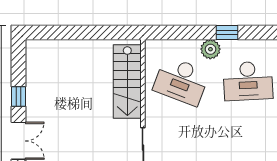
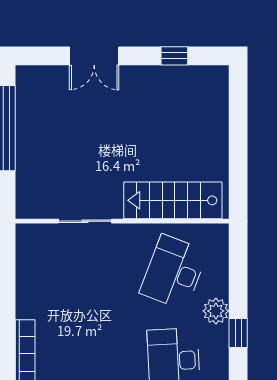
window: (19, 97) -> (174, 56), moved

